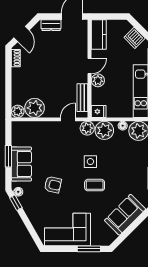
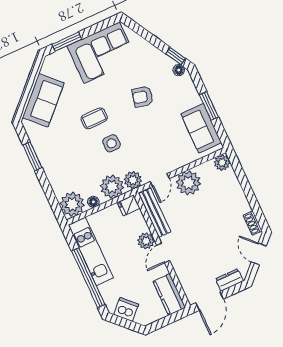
bench: (82, 98) -> (155, 213), width x1.36
plant: (35, 108) -> (188, 183), moved
sofa: (21, 164) -> (201, 128), moved

